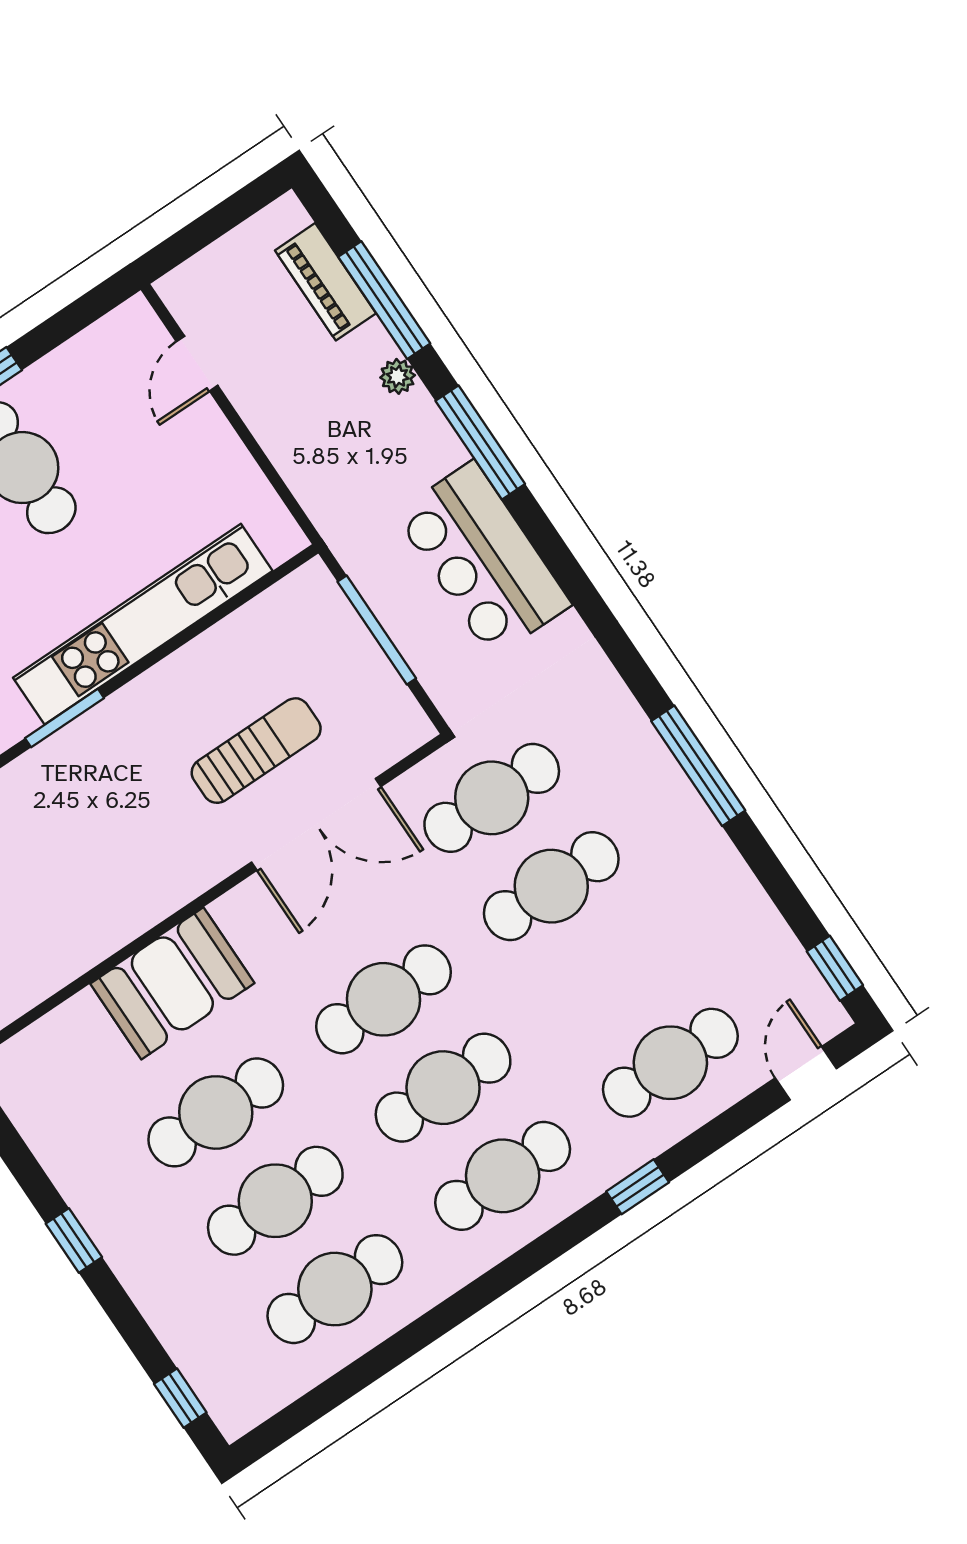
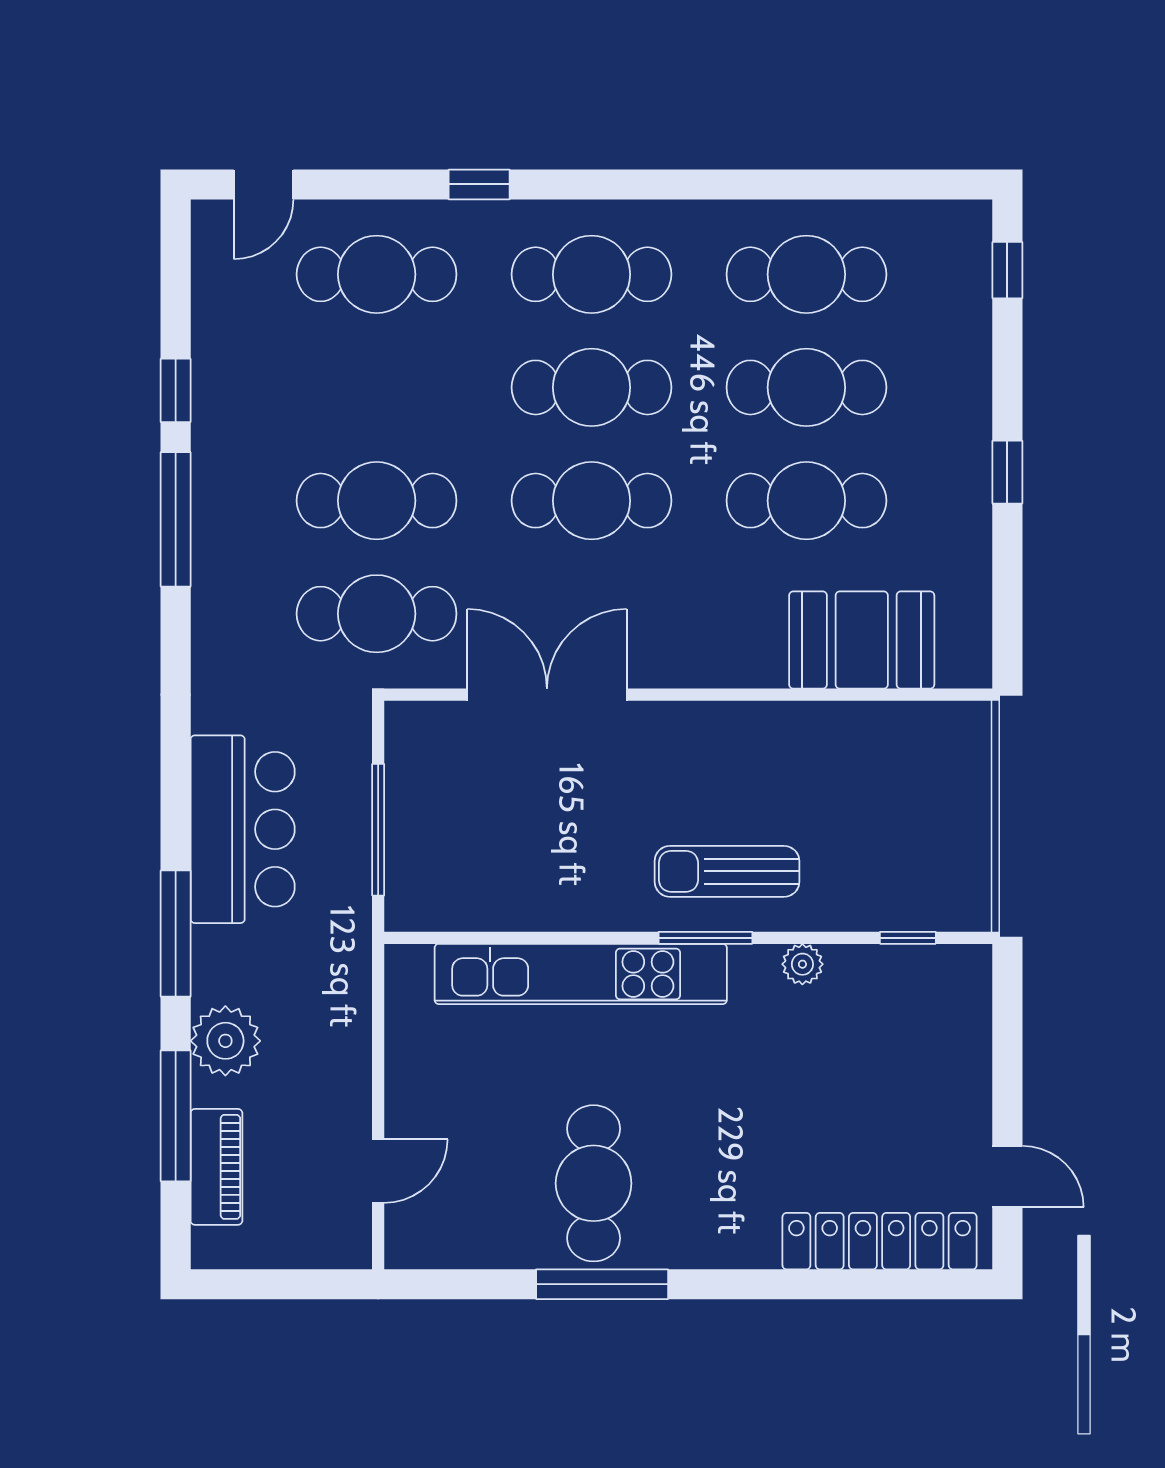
plant: (398, 376) -> (225, 1041), width x1.88, depth x1.88
sun lounger: (256, 751) -> (727, 871), moved
window: (835, 968) -> (176, 390), moved
booth: (172, 983) -> (862, 640), moved

